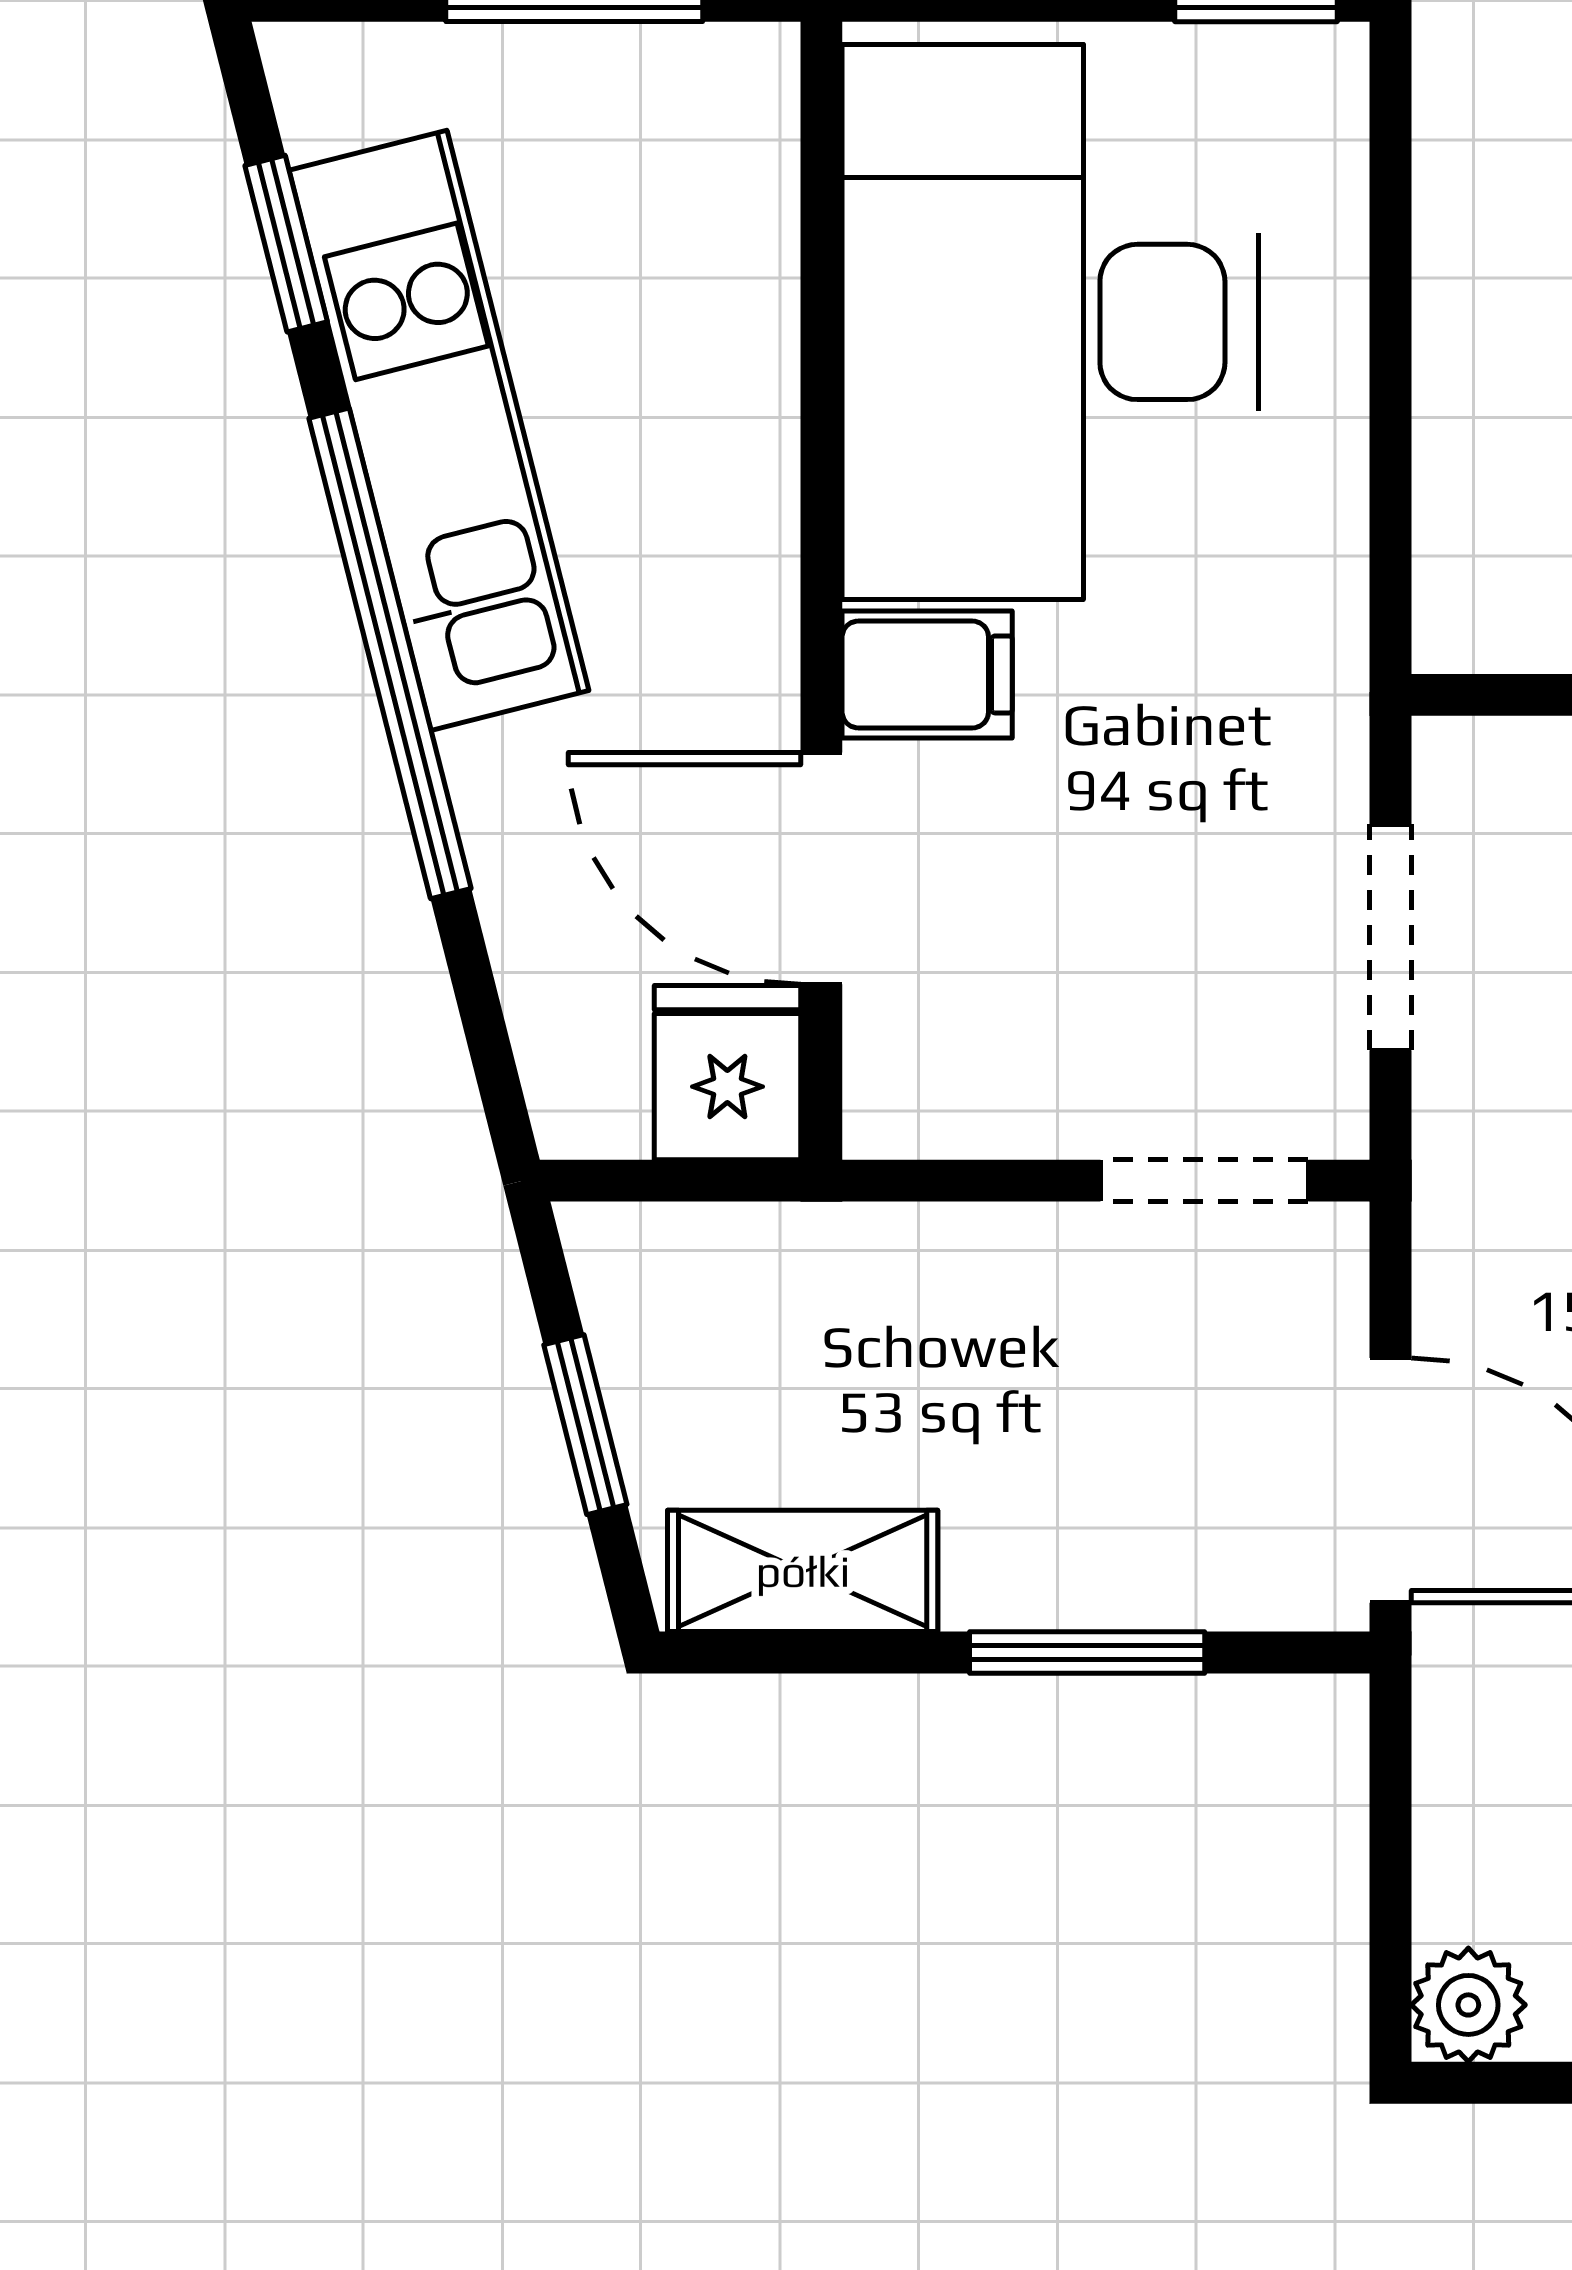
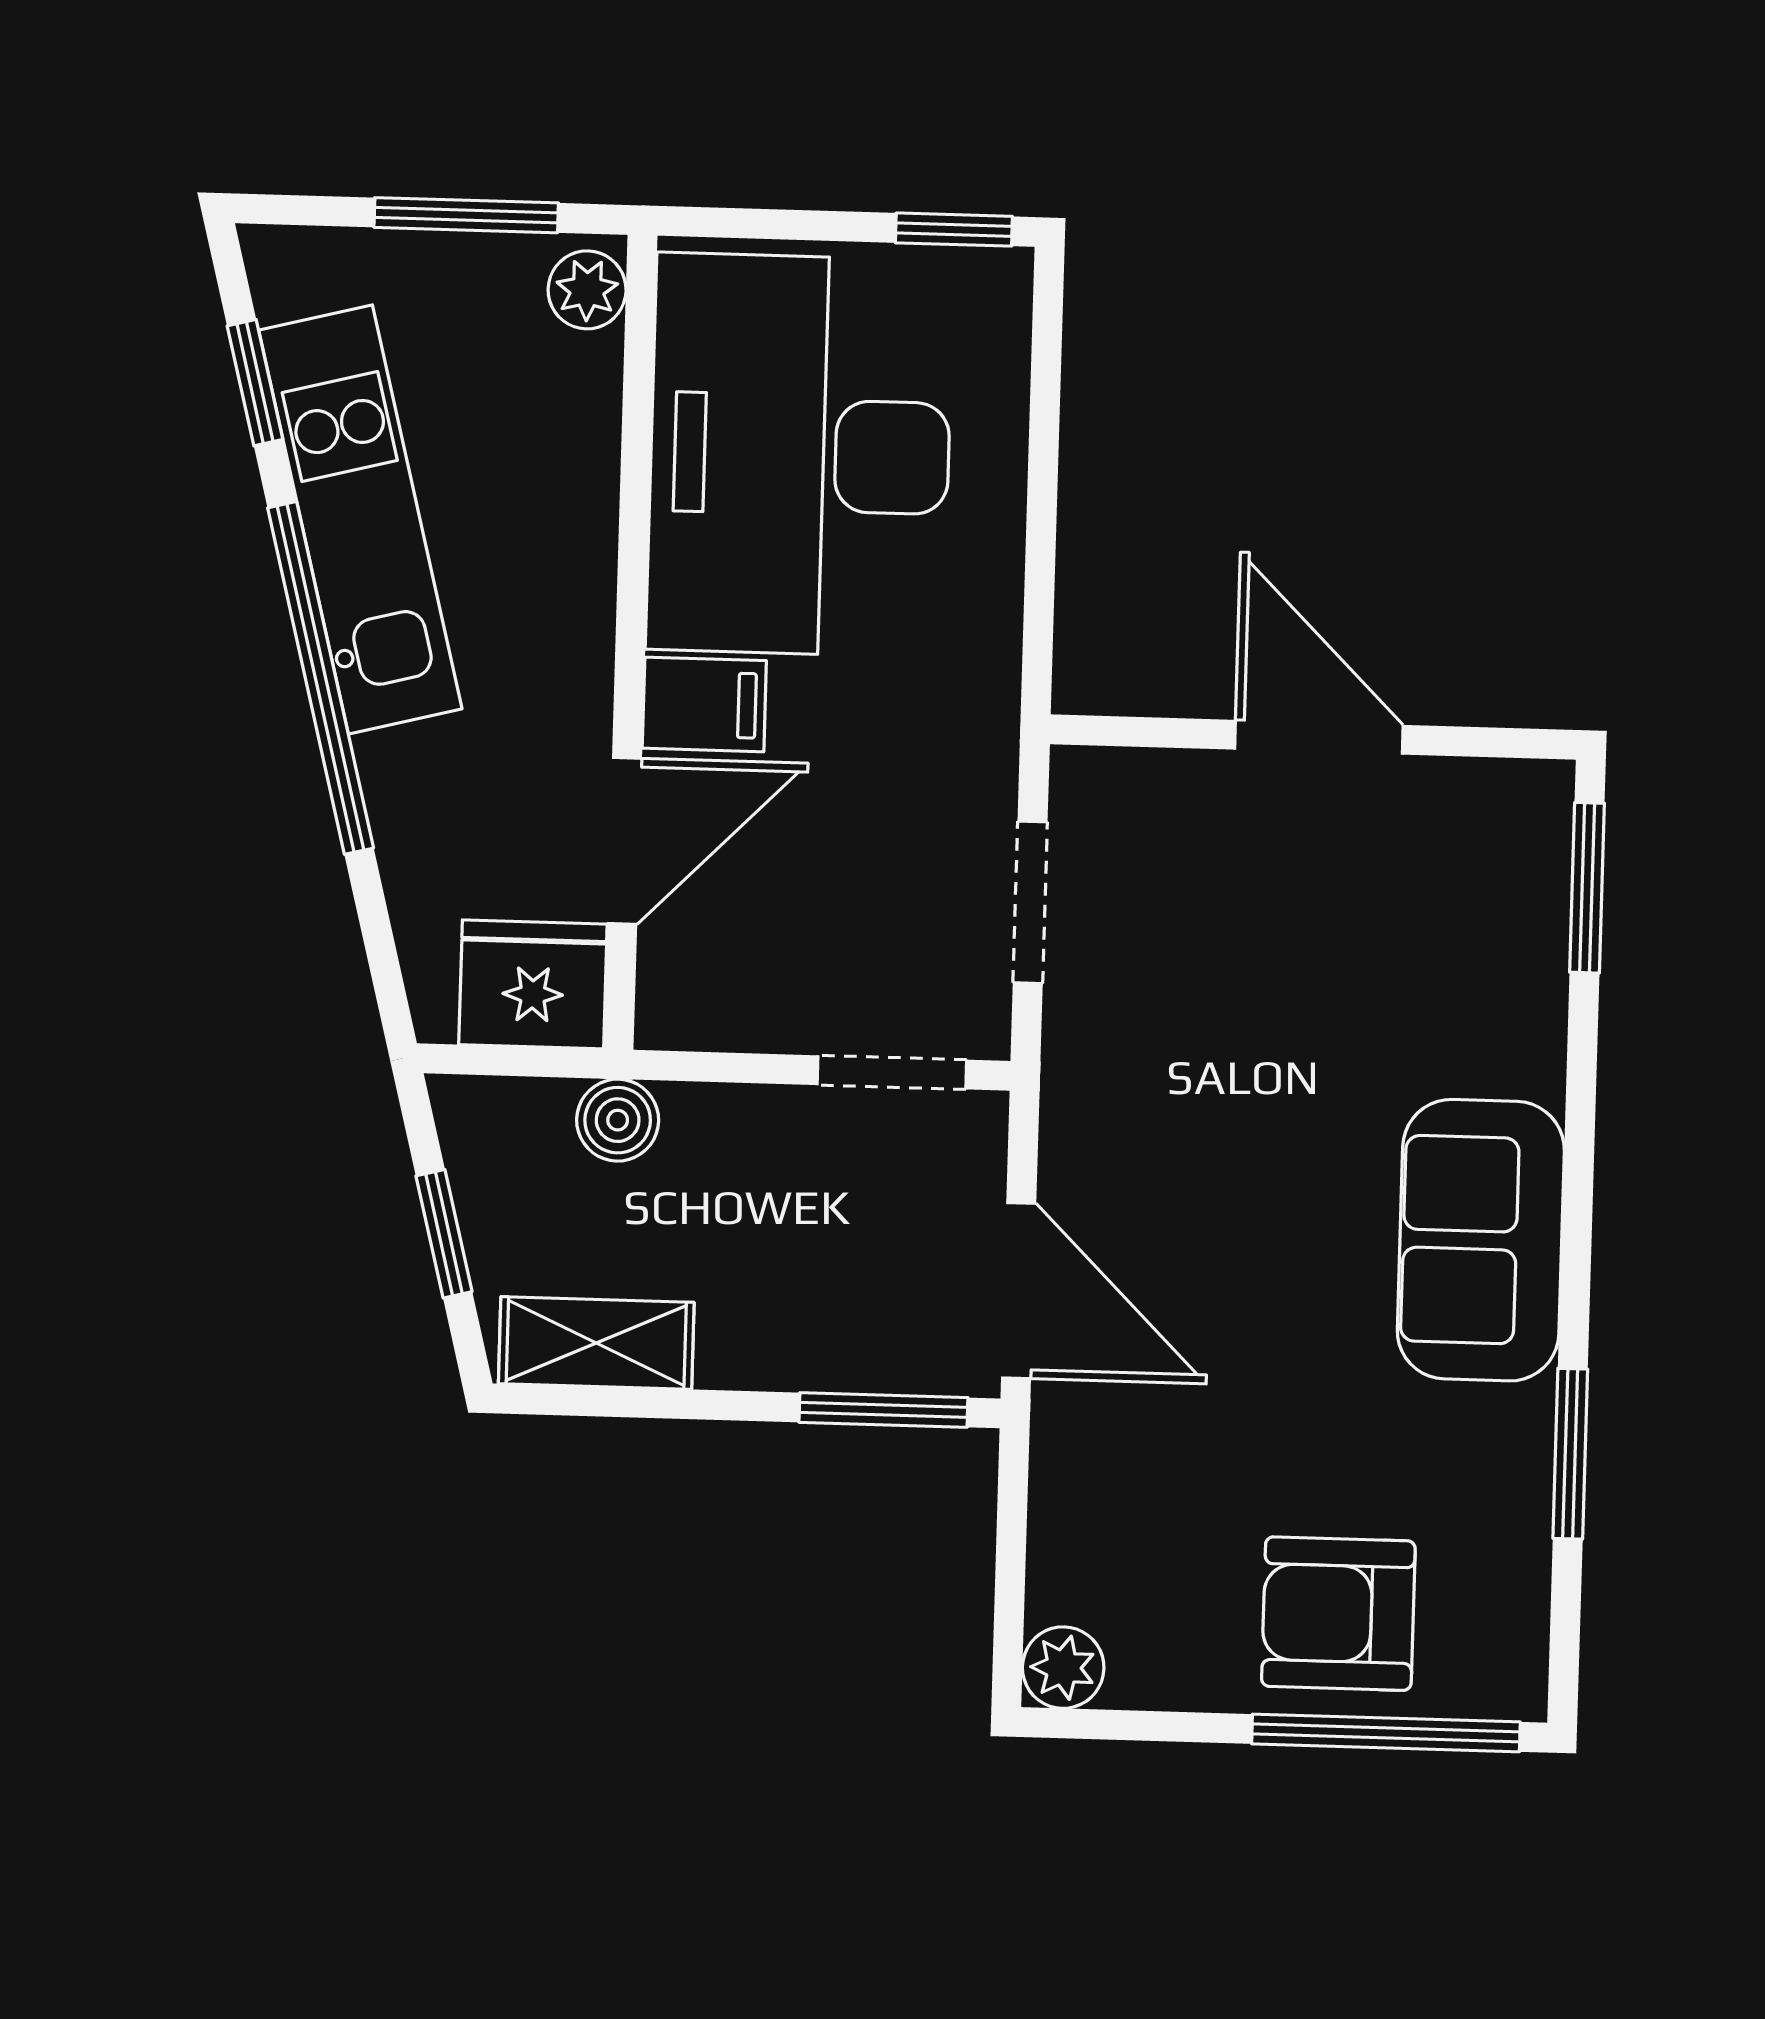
plant: (746, 100) -> (587, 290), added
door: (821, 868) -> (625, 841), swing flipped
fridge: (727, 1073) -> (533, 984), width x1.38
boiler: (823, 1259) -> (618, 1120), added
window: (1087, 1653) -> (883, 1410), moved

